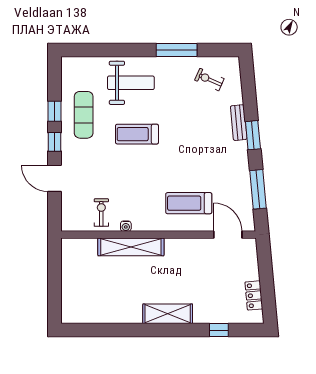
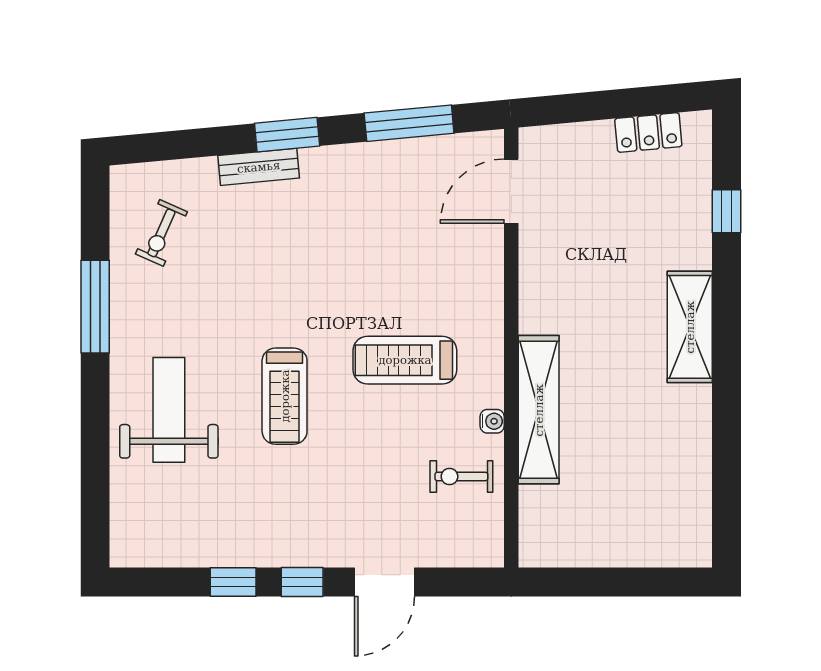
exercise mat: (84, 115) -> (241, 516), removed
treadmill: (189, 203) -> (405, 360), moved, turned 90

